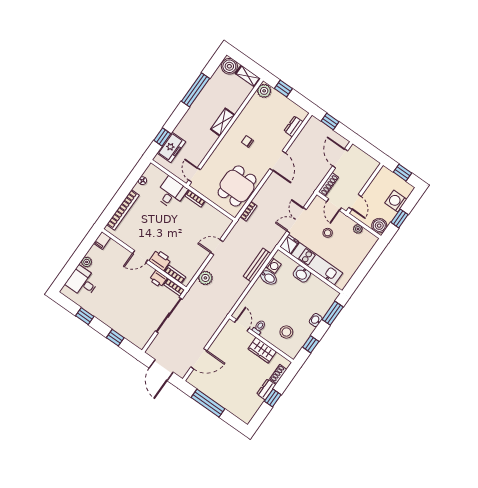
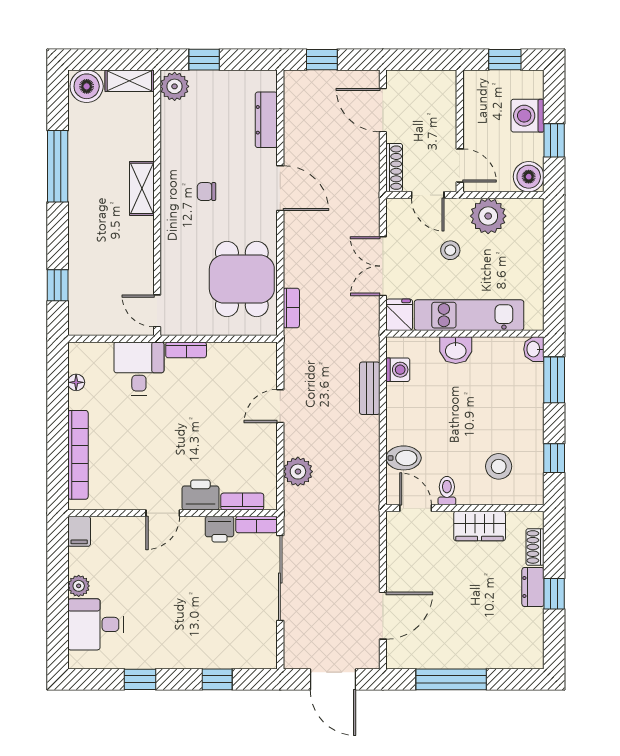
dresser: (294, 126) -> (266, 120), width x1.44
freezer: (171, 147) -> (85, 292), removed
plant: (358, 229) -> (488, 216), width x1.87, depth x1.87
bench: (257, 265) -> (370, 388), width x0.73
bidet: (268, 277) -> (404, 458), moved
washbasin: (316, 320) -> (534, 349), moved

